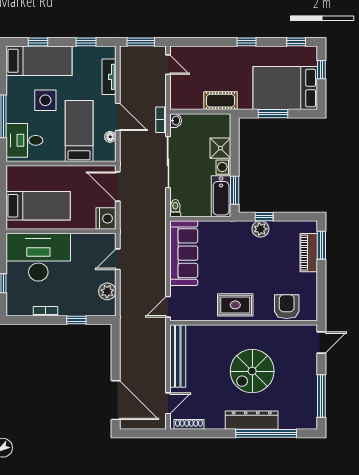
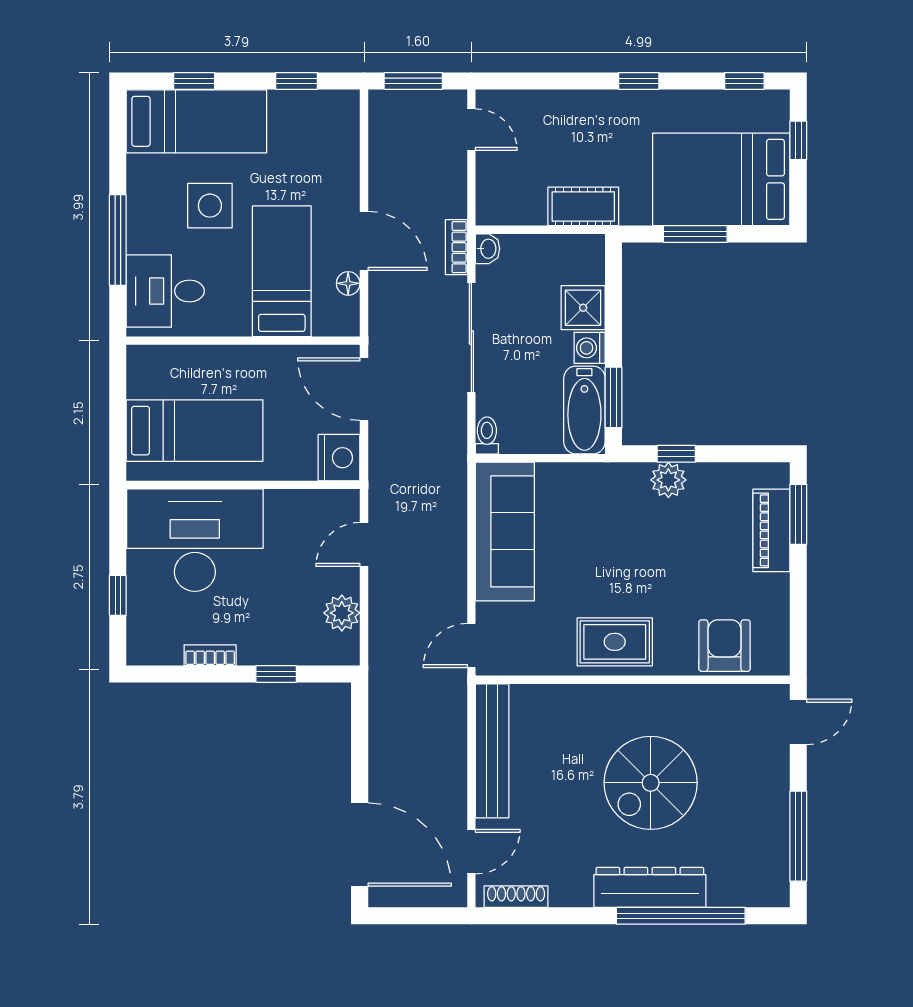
tv unit: (109, 77) -> (345, 156), removed

